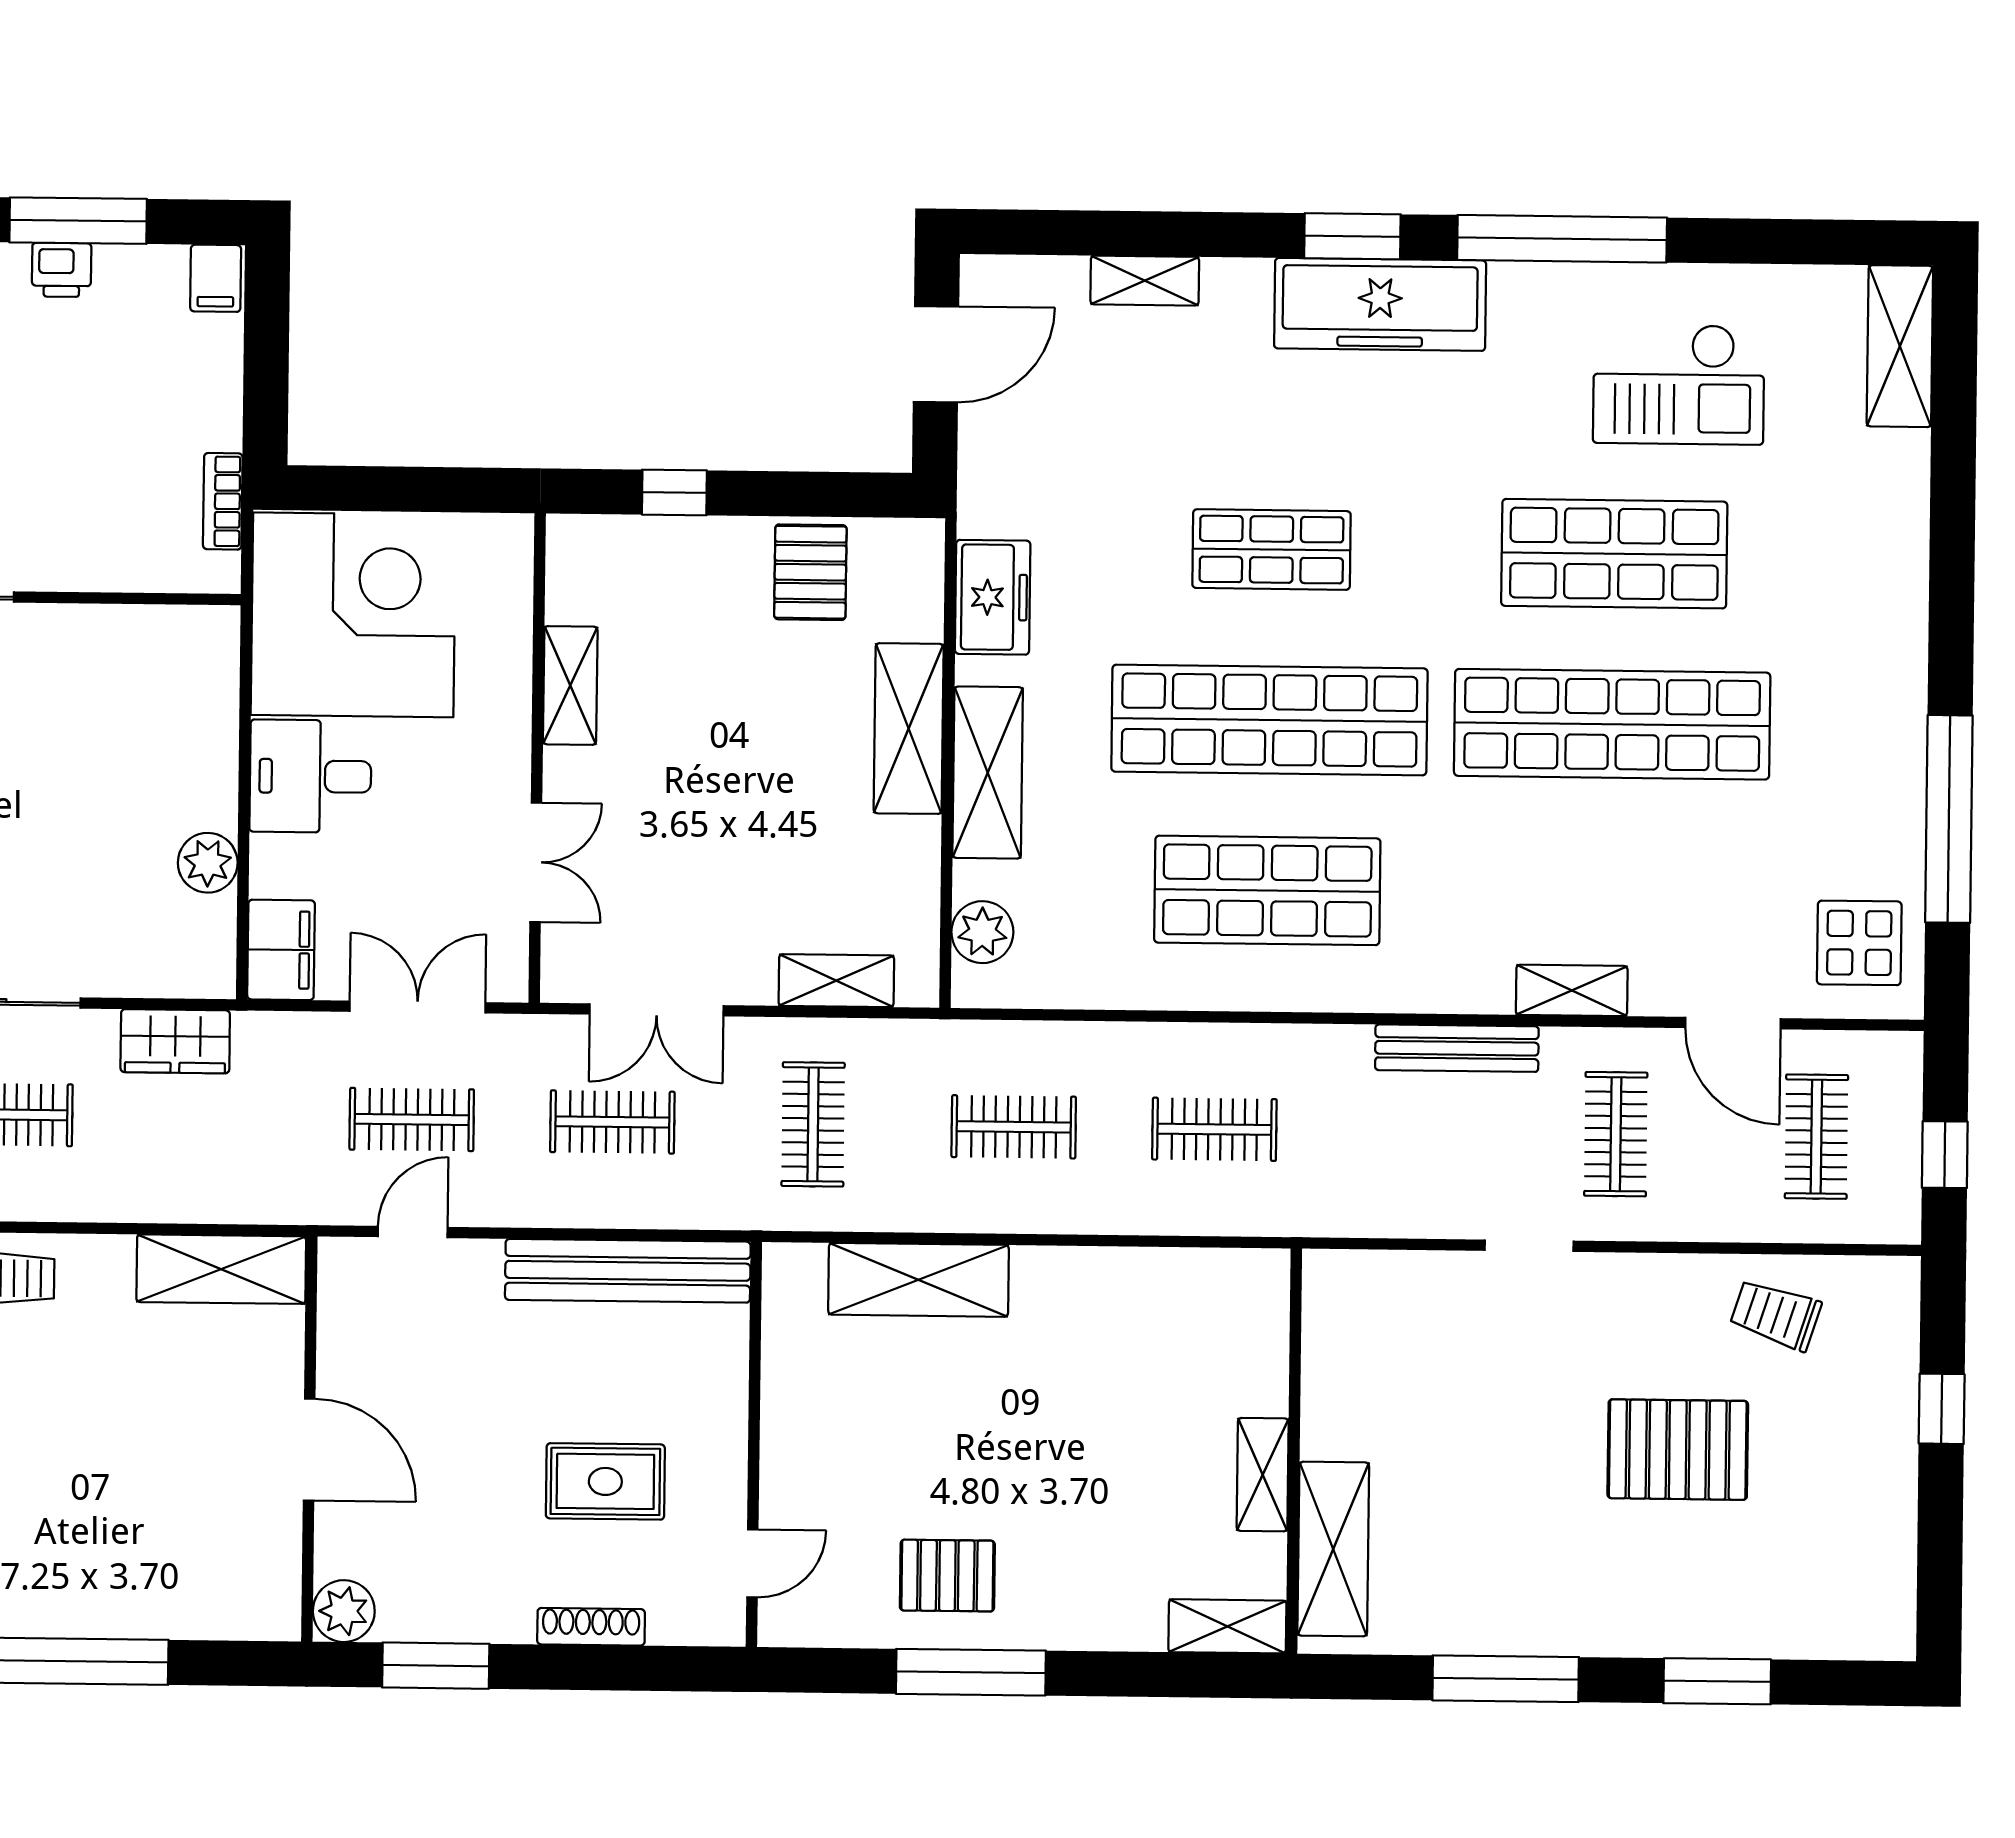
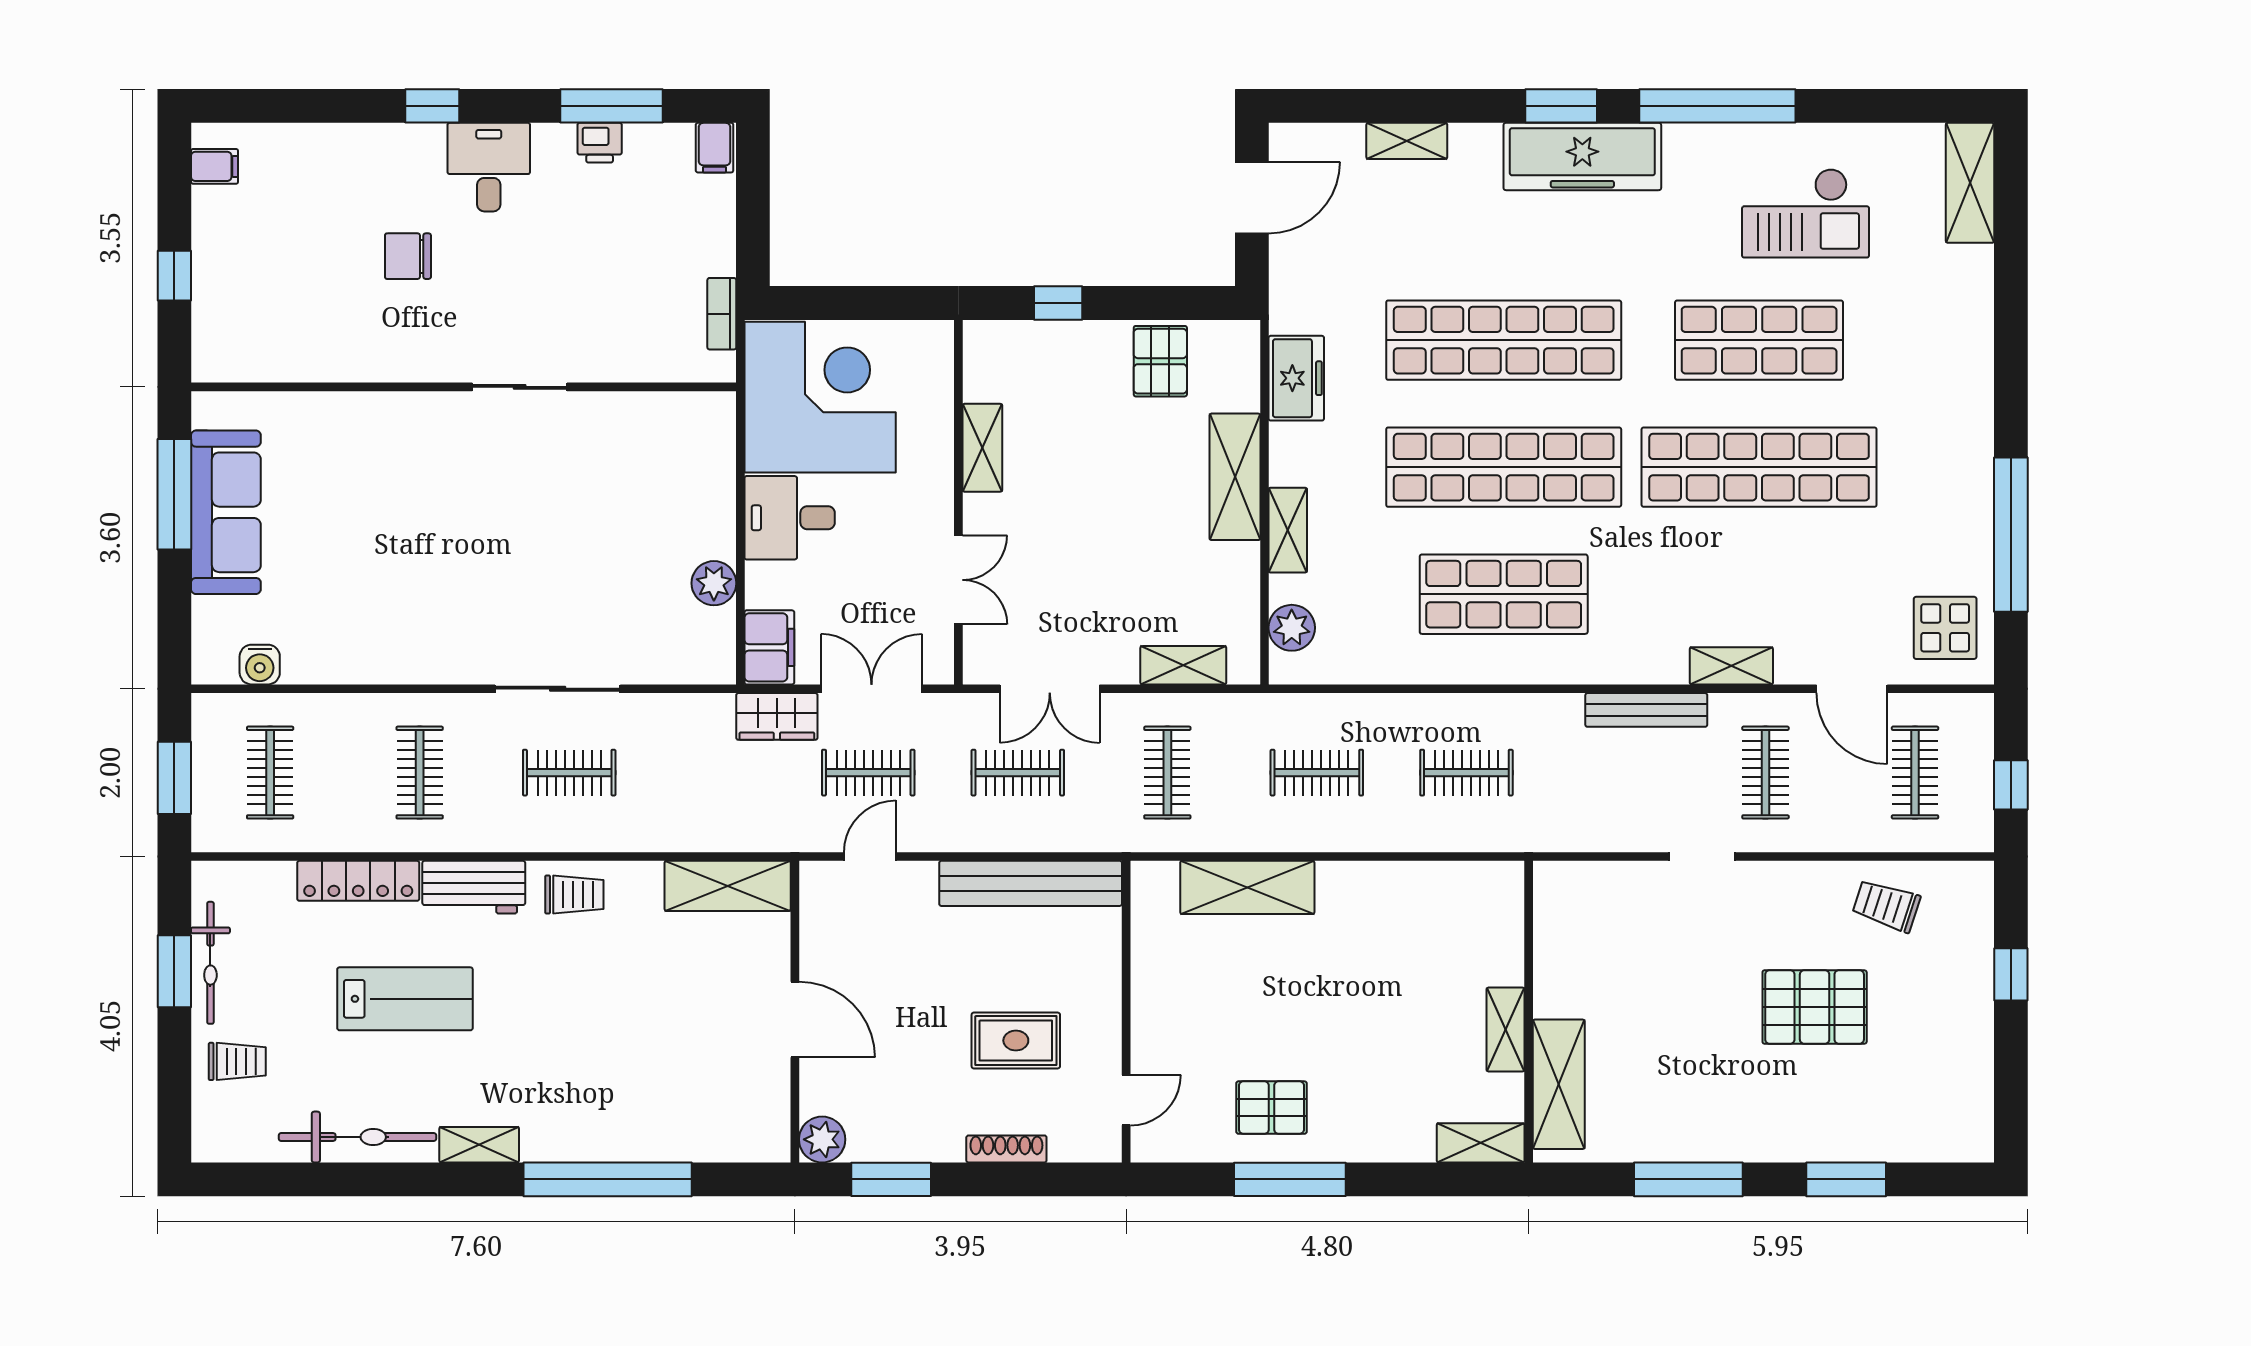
shop shelf: (1271, 550) -> (1504, 340), width x2.00, depth x1.36
shelving: (988, 773) -> (1288, 530), width x0.67, depth x0.75
wardrobe: (175, 1041) -> (777, 716), moved

